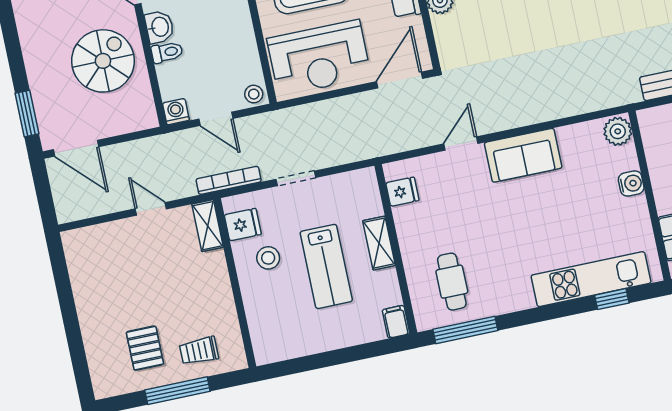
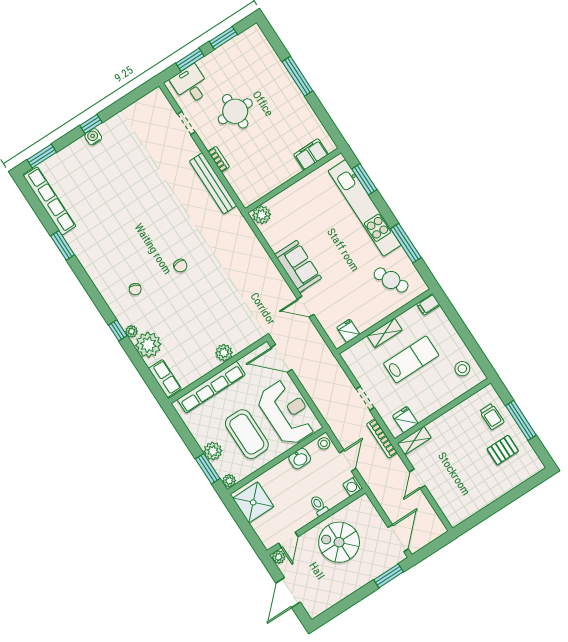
washbasin: (159, 27) -> (300, 459), moved, turned 180
water cooler: (631, 183) -> (290, 195), removed
stool: (268, 258) -> (462, 369), moved
kitchen unit: (591, 279) -> (365, 208), width x1.36
cafe table: (452, 282) -> (391, 280), turned 62
window: (612, 299) -> (364, 179), width x1.50
window: (465, 330) -> (406, 243), moved

